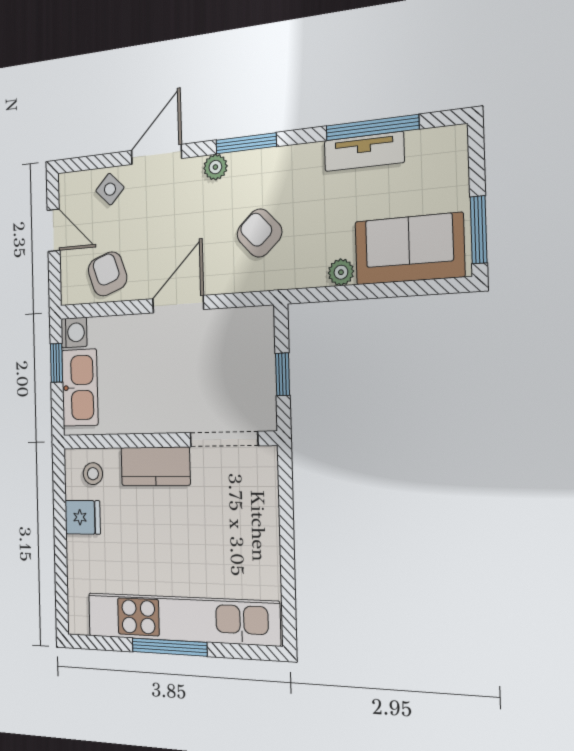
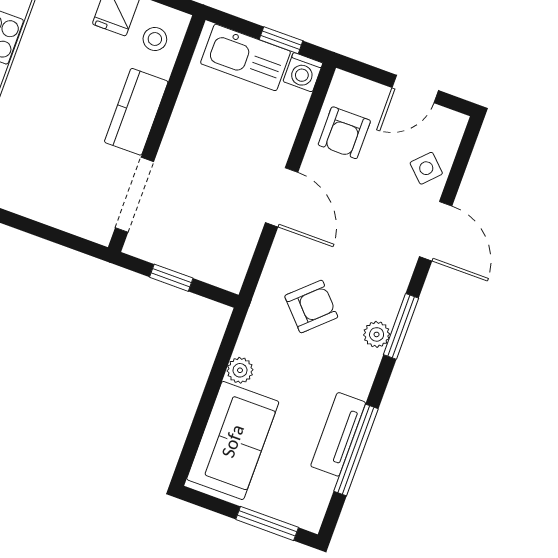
plant: (215, 167) -> (377, 334), moved
window: (479, 230) -> (267, 523), moved
armchair: (108, 274) -> (344, 133), turned 109

